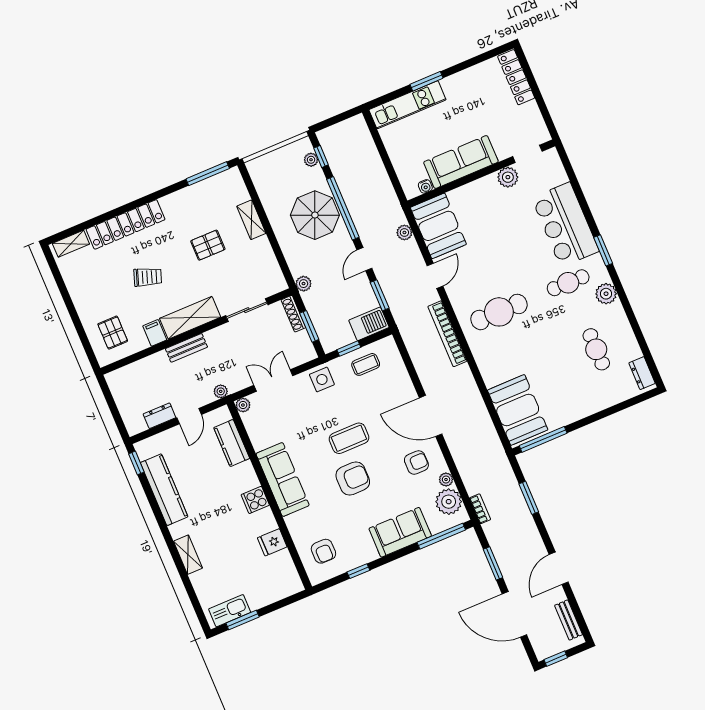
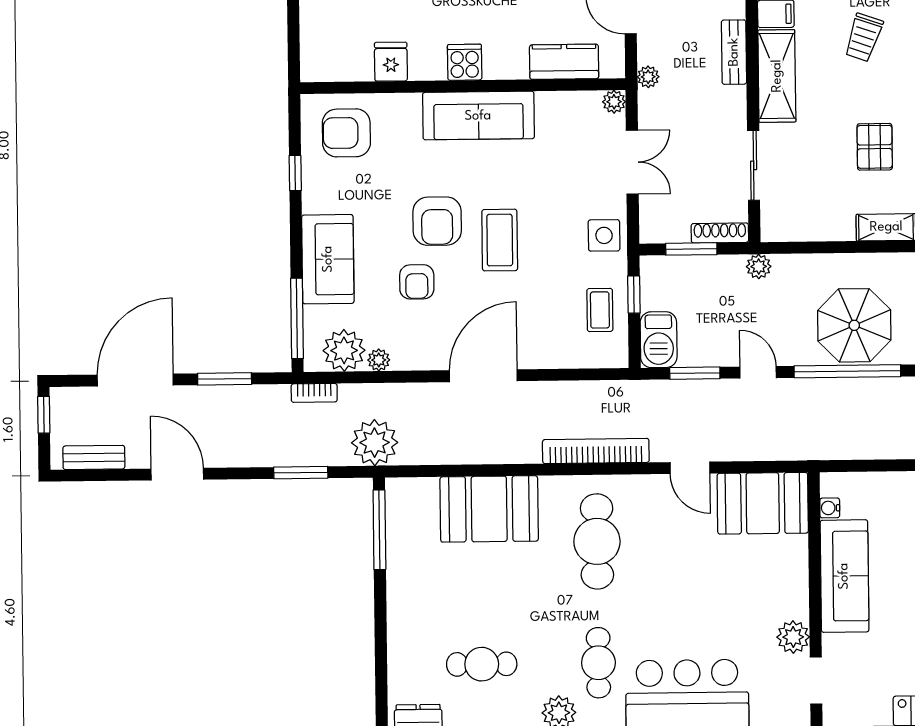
plant: (404, 232) -> (375, 443), moved, width x1.88, depth x1.88
booth: (518, 410) -> (489, 509), moved
armchair: (416, 463) -> (417, 282), moved
armchair: (323, 551) -> (346, 133), width x1.38, depth x1.38

